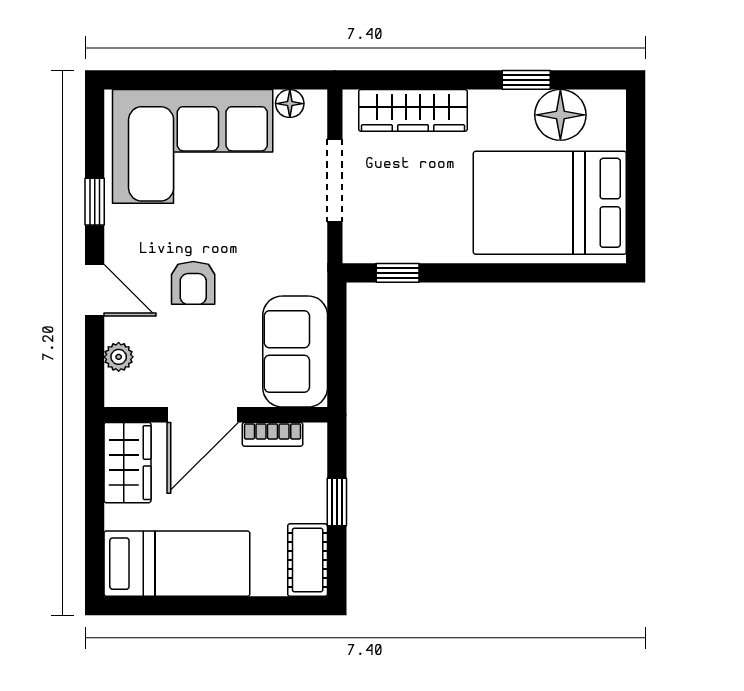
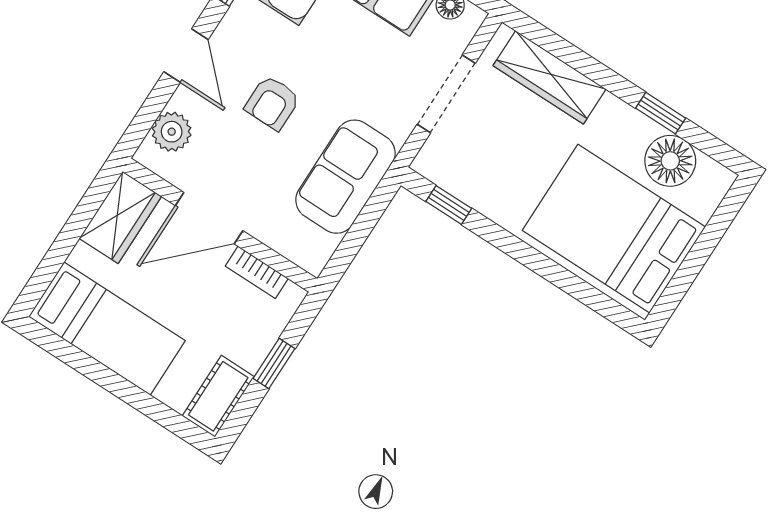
sofa: (295, 352) -> (345, 177), moved
plant: (119, 357) -> (172, 132), width x1.38, depth x1.38

